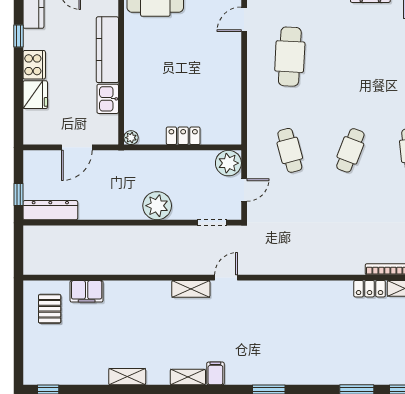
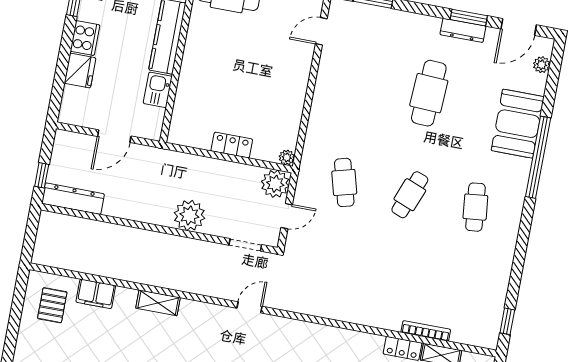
cafe table: (290, 57) -> (429, 93), moved
plant: (131, 138) -> (287, 157), moved
shelving: (191, 289) -> (158, 303), moved

